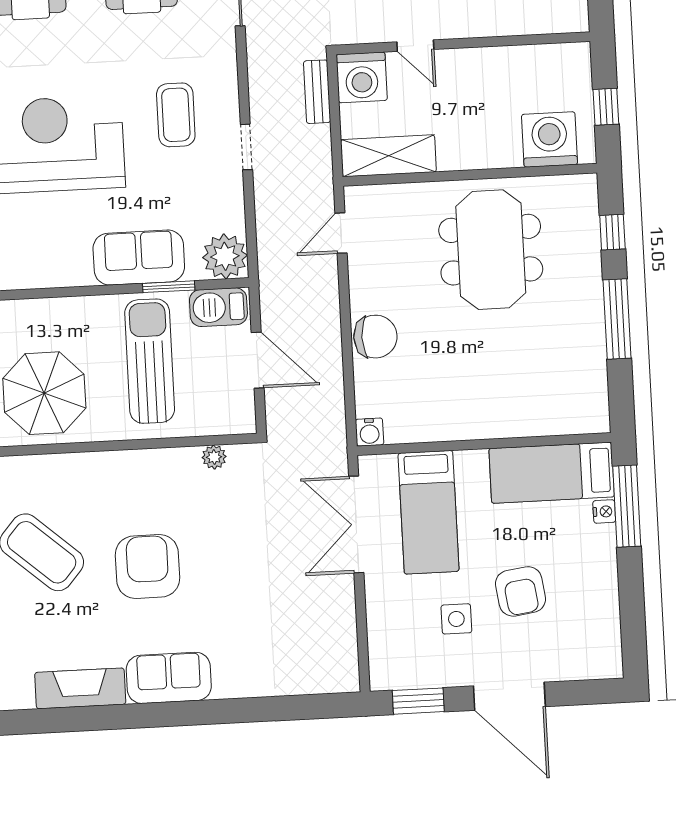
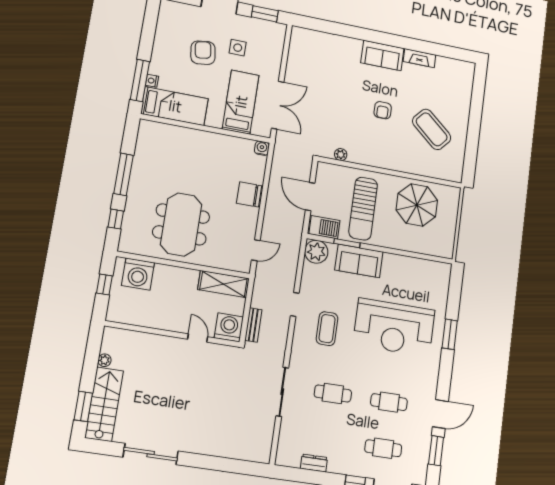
armchair: (147, 566) -> (383, 110), width x0.53, depth x0.53
fireplace: (80, 688) -> (419, 58), width x0.73, depth x0.76

